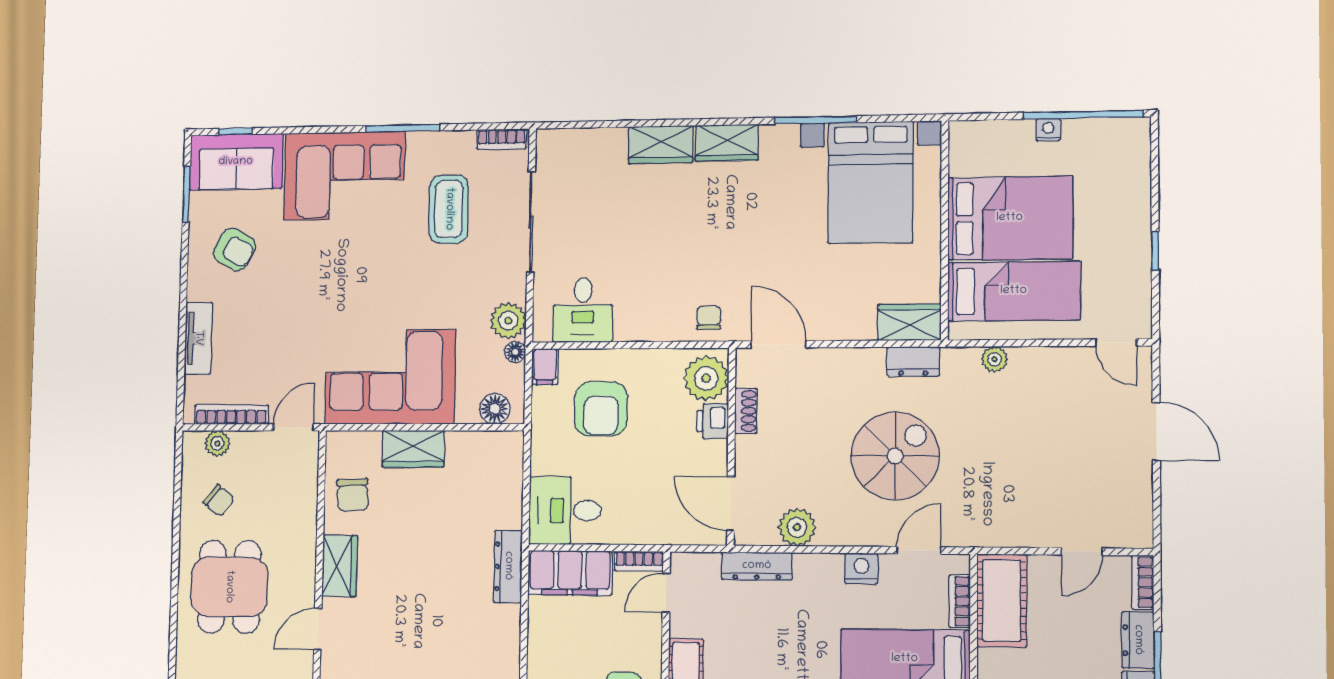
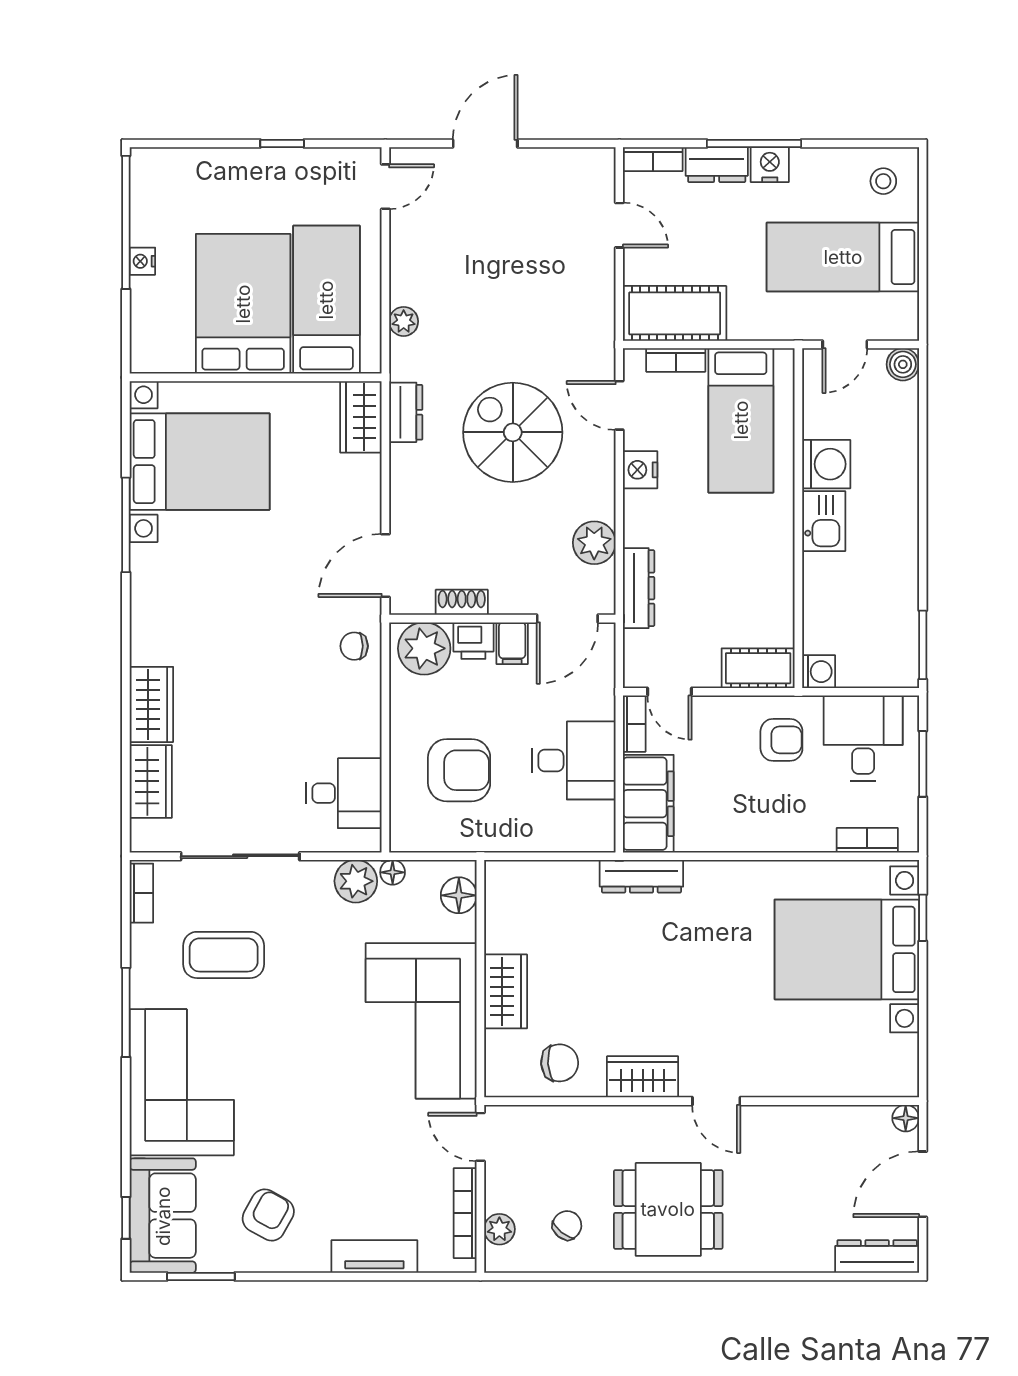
wardrobe: (727, 143) -> (151, 781), moved
filing cabinet: (545, 367) -> (512, 643), moved, turned 90
desk: (565, 511) -> (574, 760), moved, turned -90

